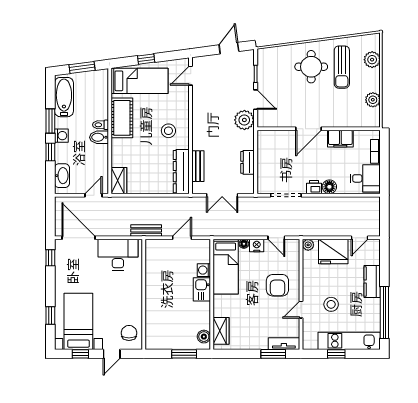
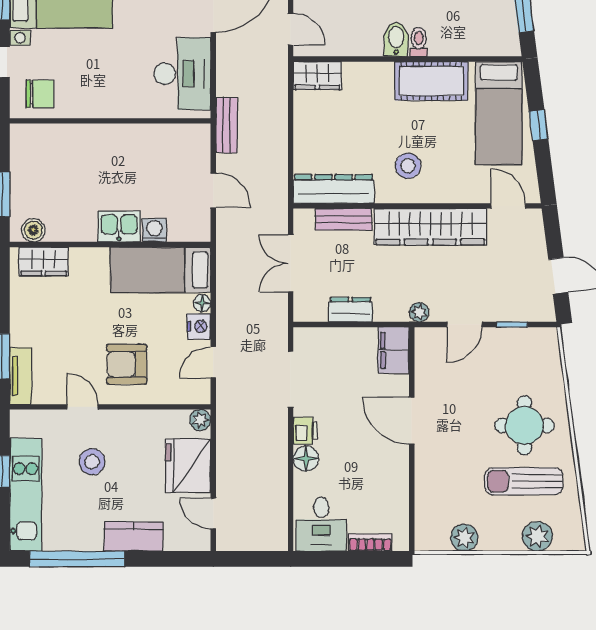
wardrobe: (202, 118) -> (430, 227), added
plant: (244, 120) -> (419, 312), width x0.53, depth x0.53
filing cabinet: (340, 139) -> (394, 350), moved

